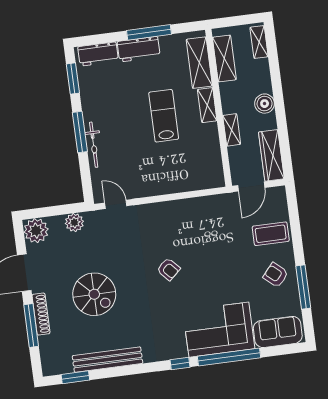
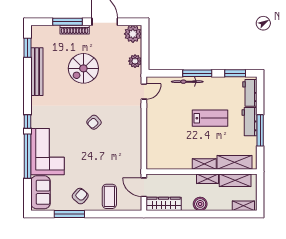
lab bench: (164, 116) -> (210, 118), moved
shelving: (232, 130) -> (207, 179), moved

